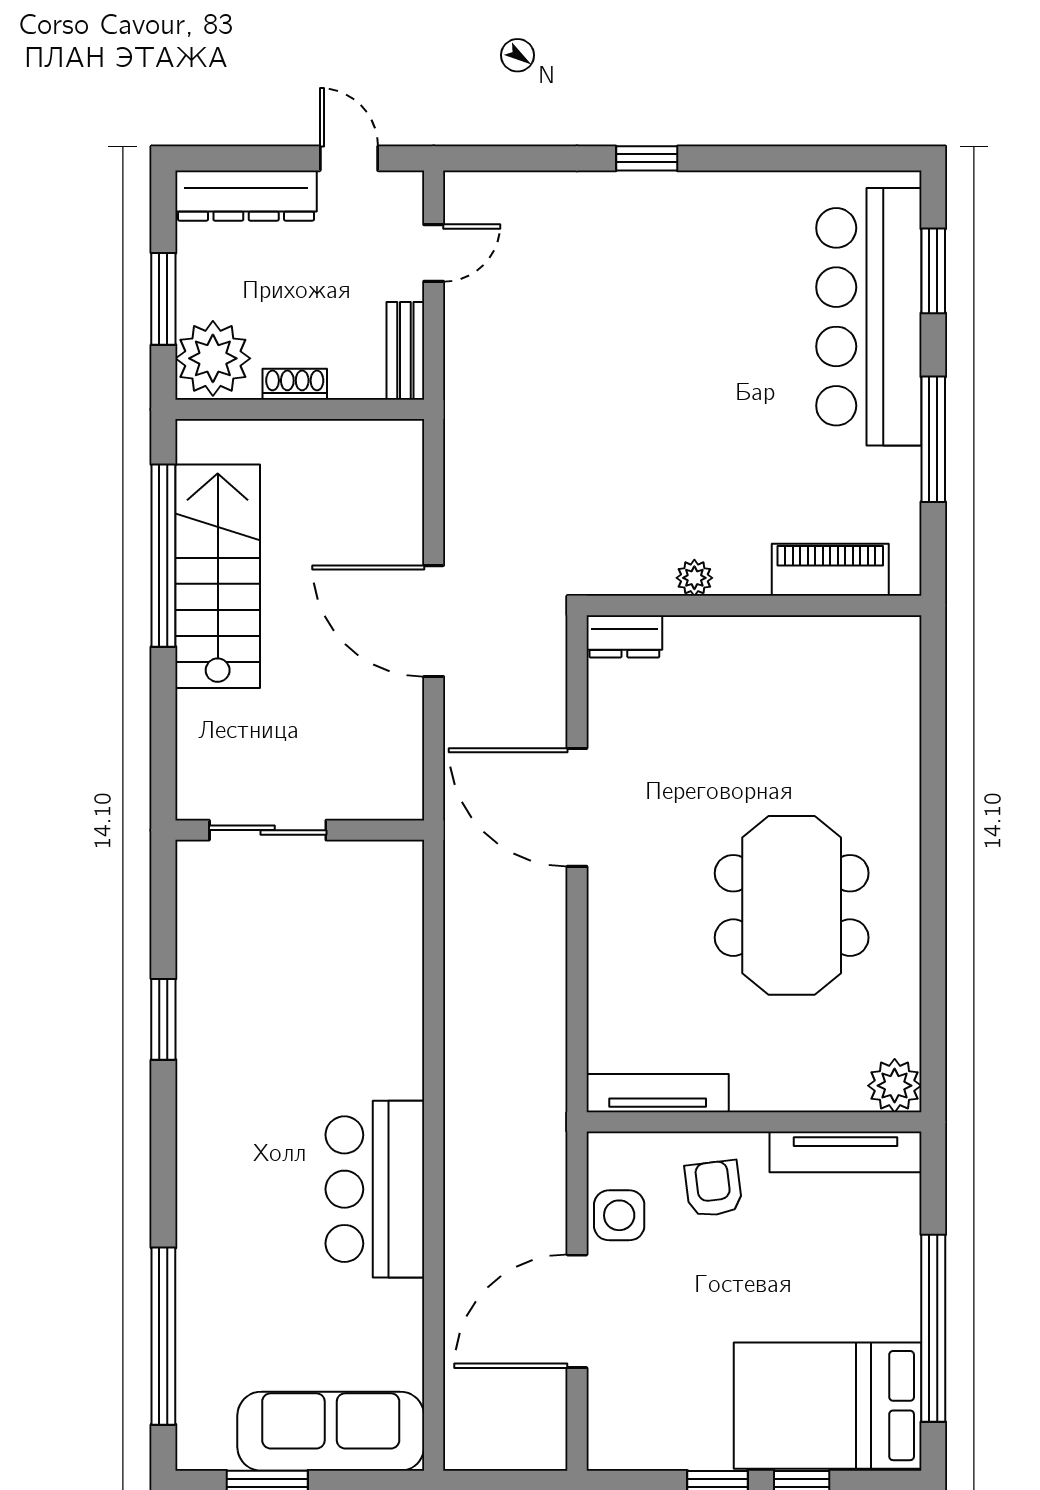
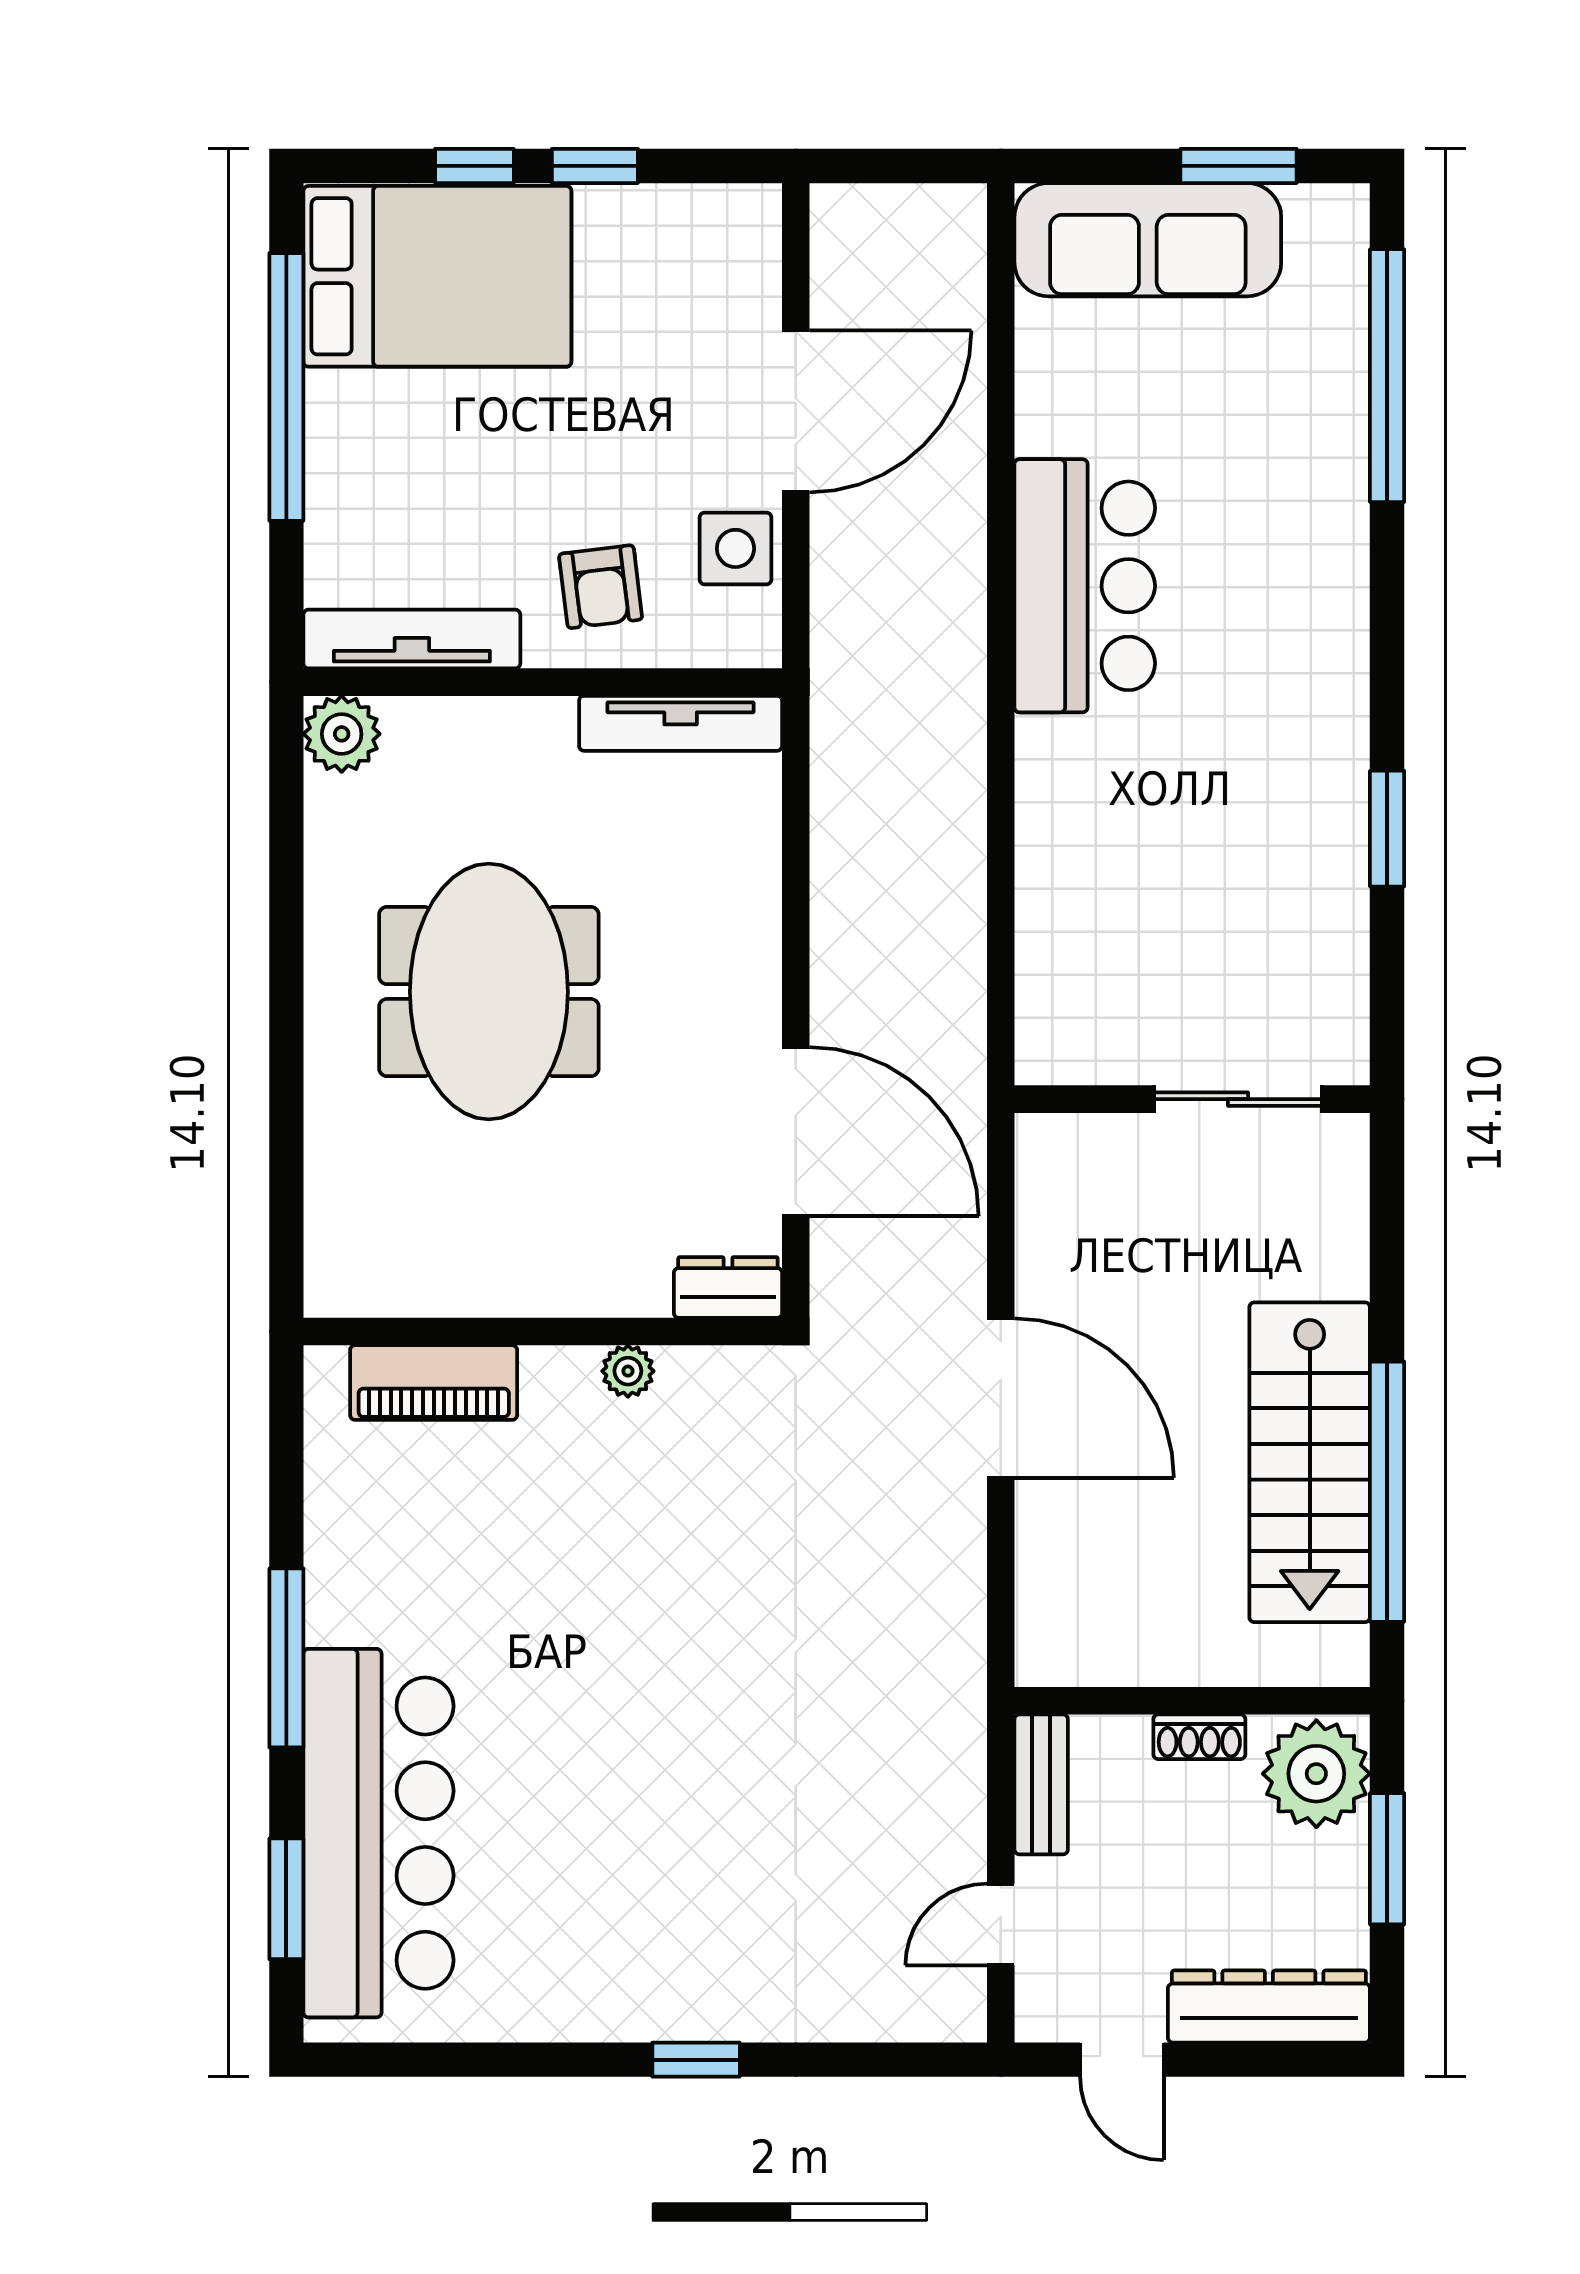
piano: (830, 570) -> (434, 1383), moved
plant: (694, 578) -> (628, 1371), moved
wall: (754, 605) -> (543, 1332), moved
dresser: (624, 636) -> (728, 1287), moved

